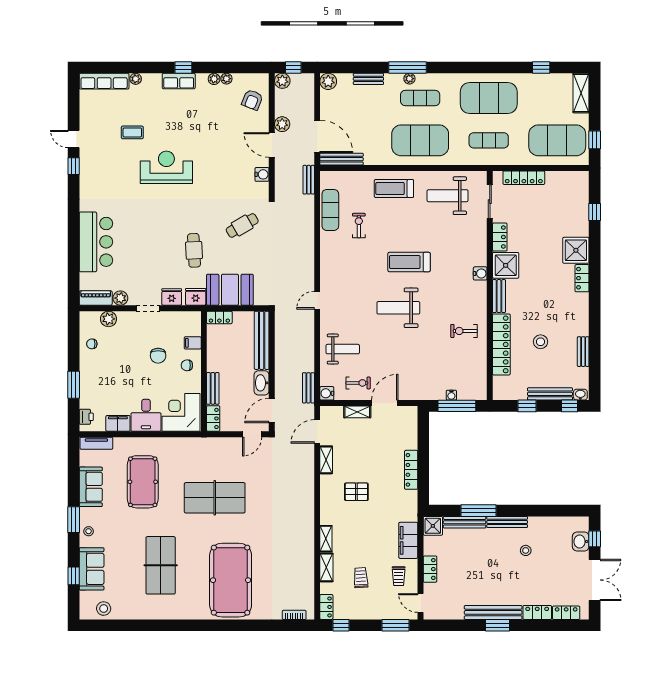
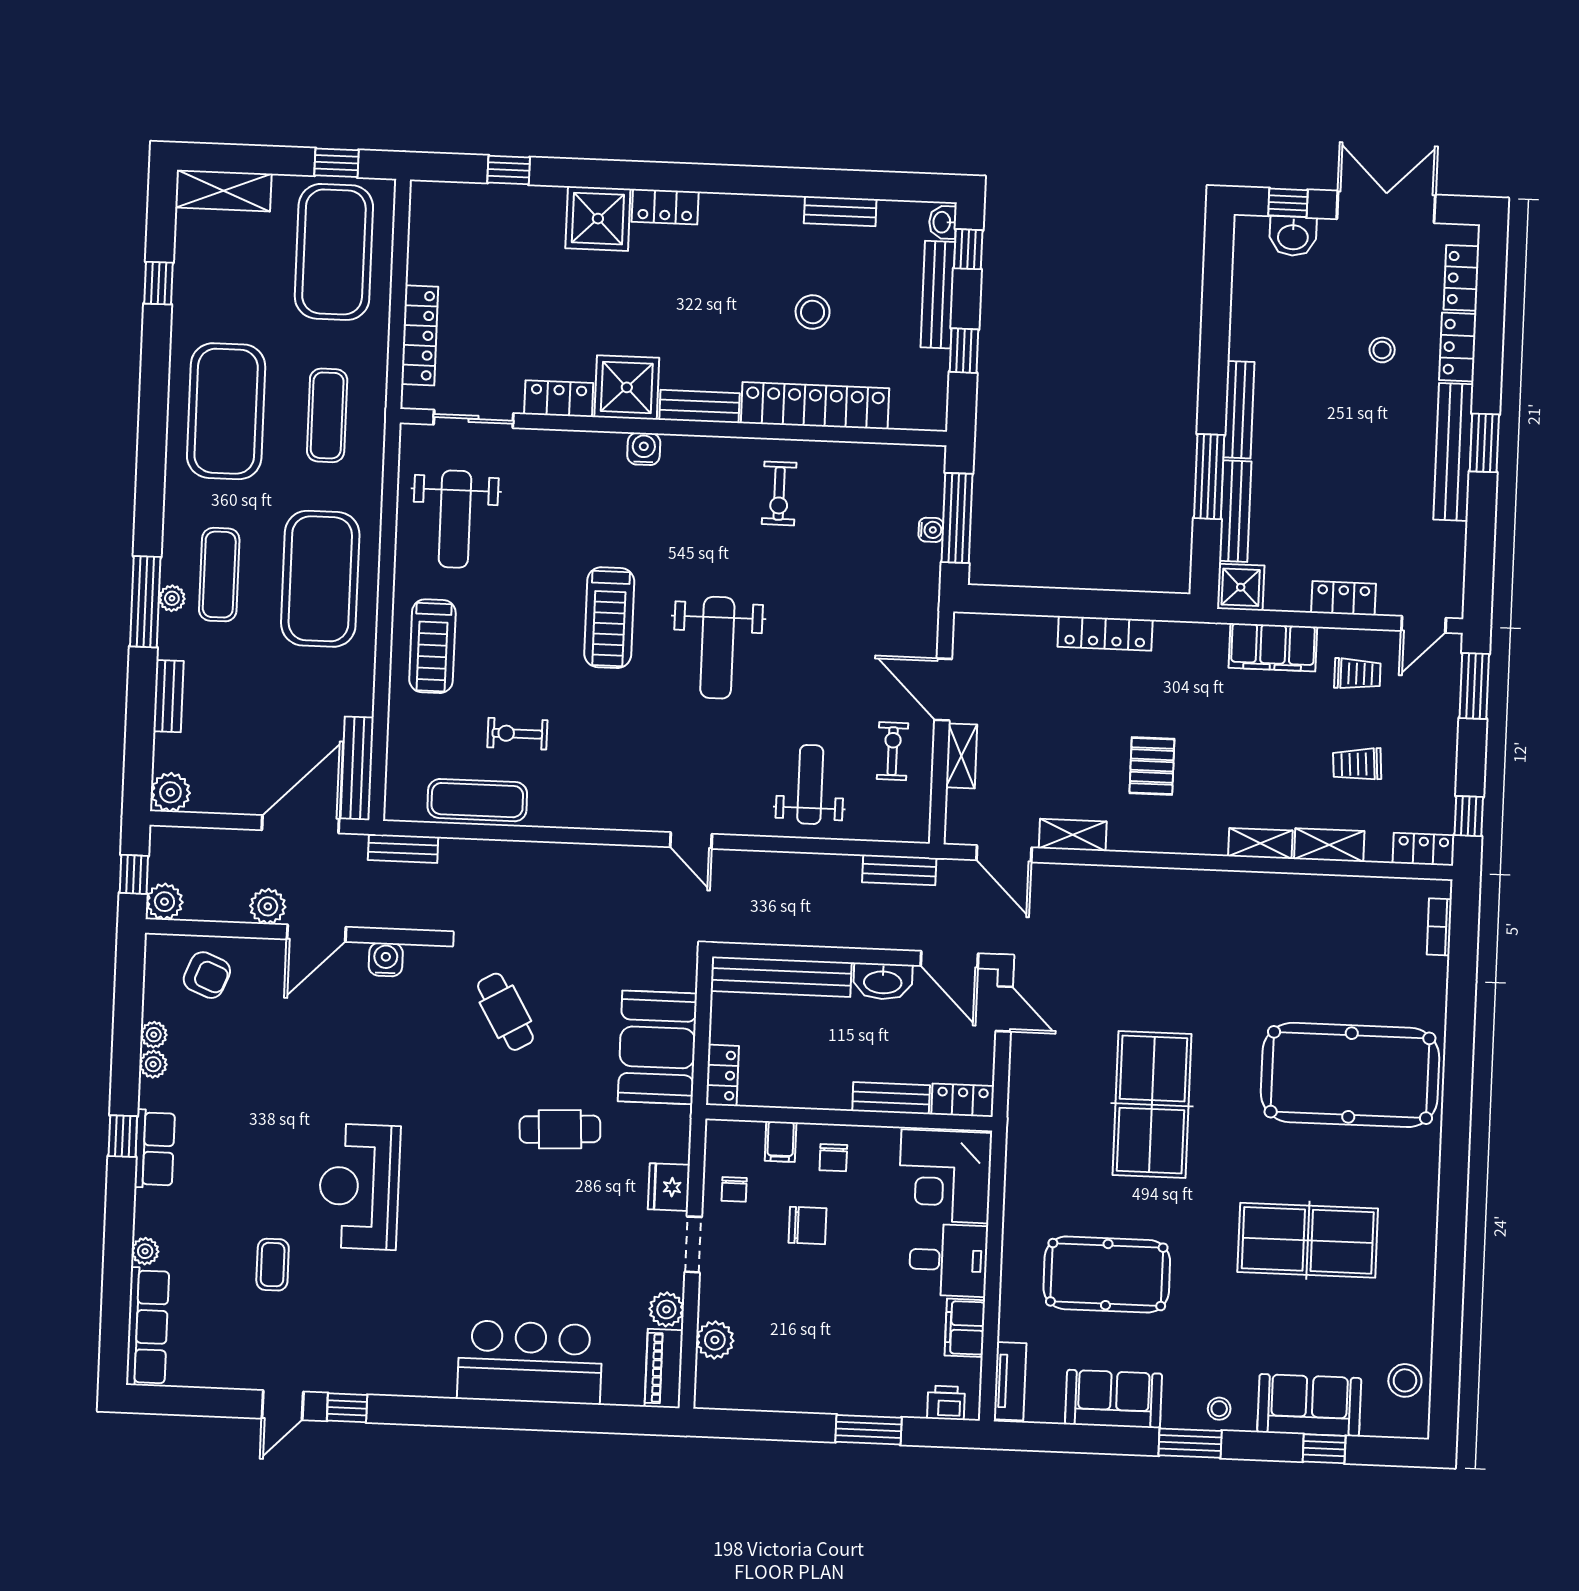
fridge: (196, 297) -> (671, 1130), removed
chair: (92, 344) -> (734, 1189), moved
water cooler: (327, 393) -> (914, 827), removed
stool: (526, 550) -> (1382, 350), moved

